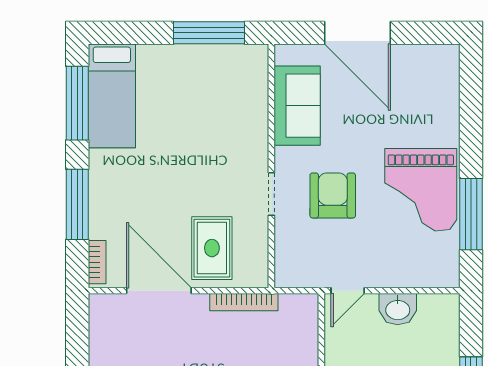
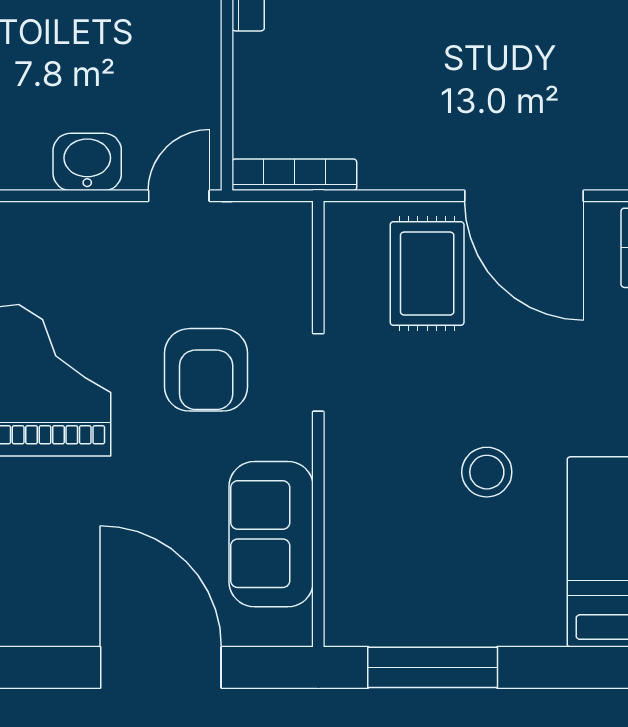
stool: (179, 140) -> (487, 472), added
bookcase: (244, 302) -> (294, 175), moved

